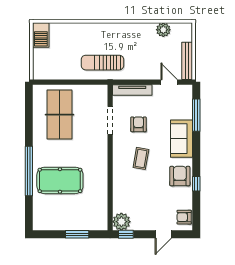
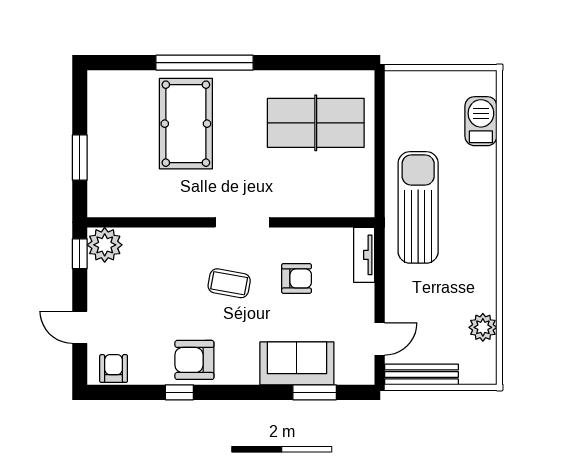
barbecue: (41, 35) -> (481, 121), moved, turned 90
sun lounger: (102, 63) -> (418, 207), width x1.36, depth x1.34
tv unit: (132, 90) -> (364, 255), width x0.71
window: (196, 115) -> (315, 392), width x0.69
doorway: (110, 120) -> (242, 222), moved
sofa: (182, 139) -> (297, 363), moved
armchair: (180, 176) -> (194, 360), turned 180

